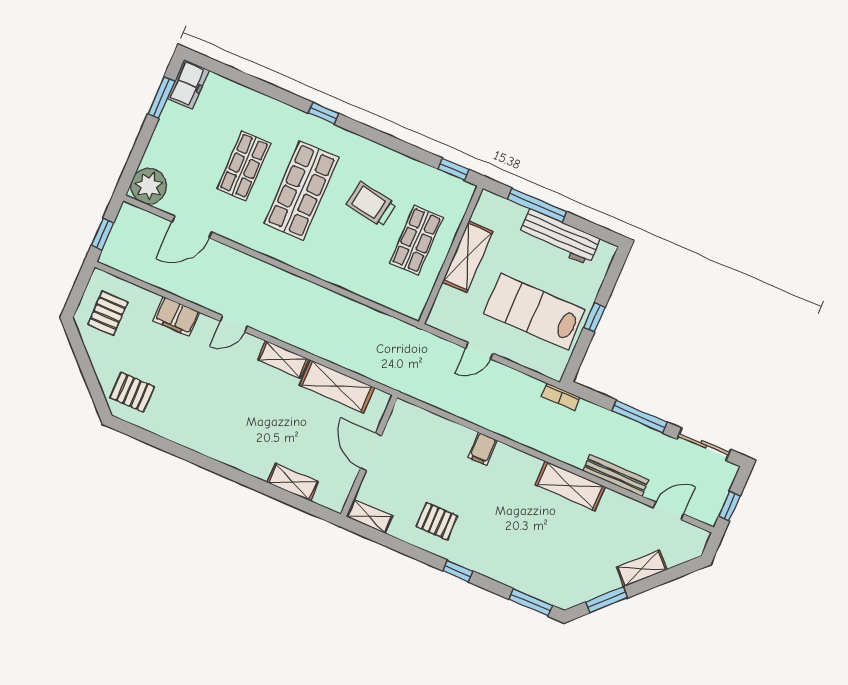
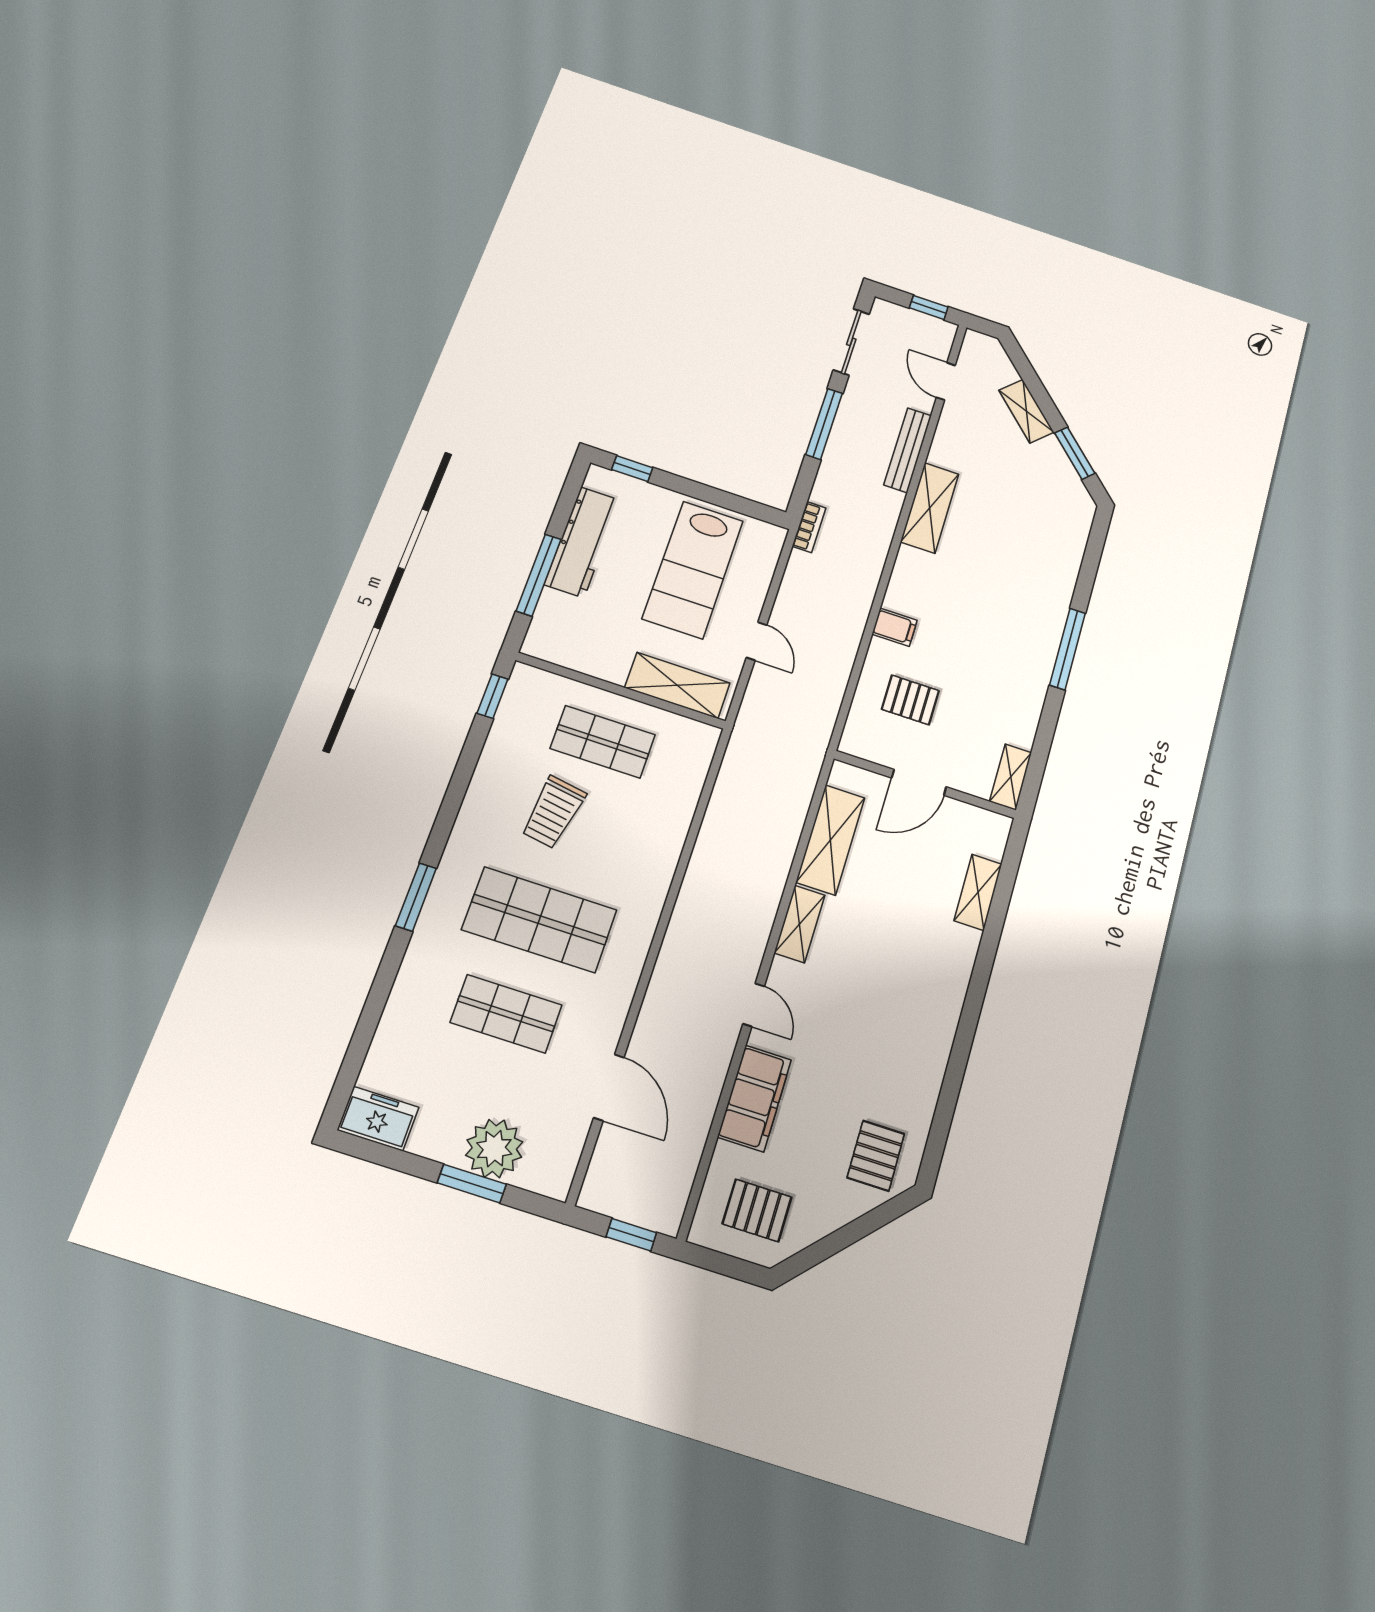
window: (161, 97) -> (472, 1184), moved
window: (323, 113) -> (416, 897), width x1.50
plant: (149, 186) -> (494, 1149), moved
shelving: (468, 257) -> (677, 685), moved
filing cabinet: (176, 316) -> (755, 1098), width x1.50, depth x1.17
window: (594, 317) -> (632, 469), moved
pallet: (437, 521) -> (910, 700), moved, turned 90
window: (458, 571) -> (1068, 649), width x2.17
window: (531, 602) -> (1094, 550), removed

